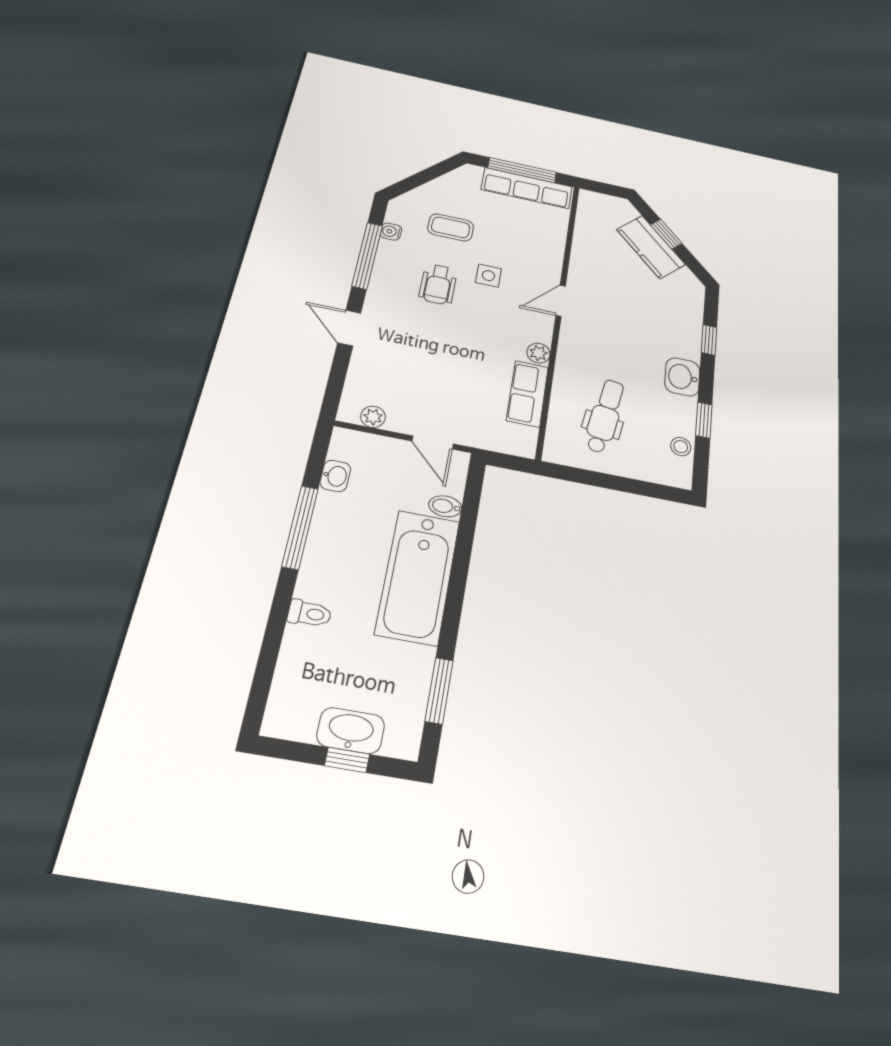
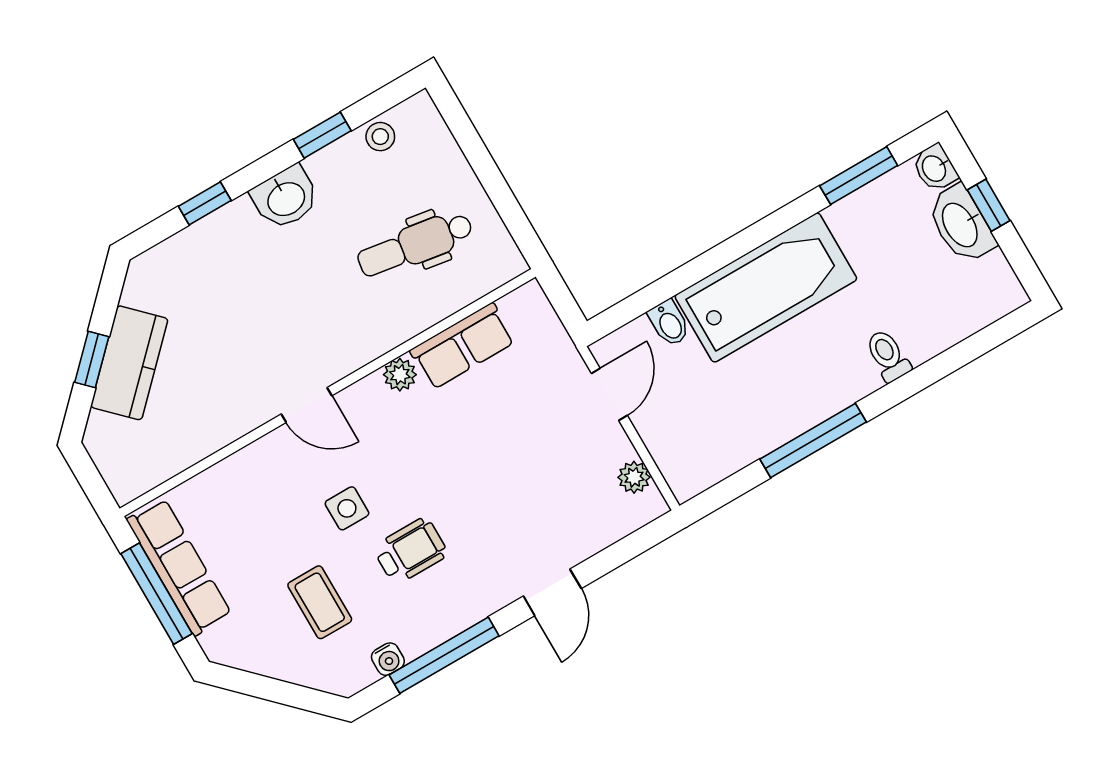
washbasin: (335, 476) -> (935, 168), moved, turned -90

